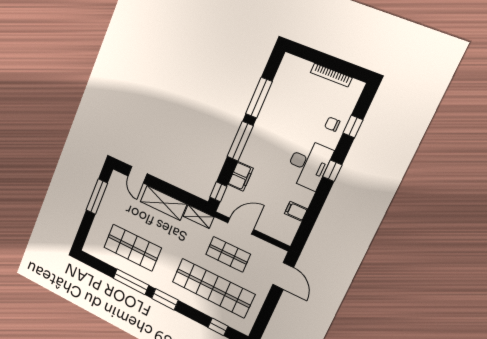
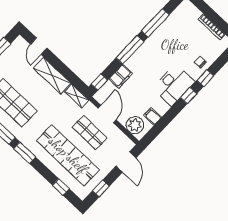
window: (353, 126) -> (205, 78), moved
door: (241, 226) -> (107, 114), hinge flipped
plant: (278, 229) -> (135, 125), added
window: (265, 316) -> (101, 188), added

